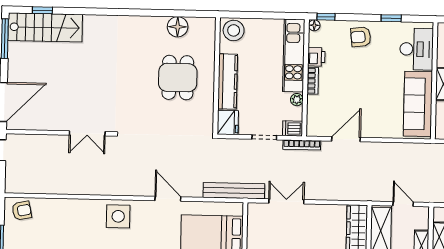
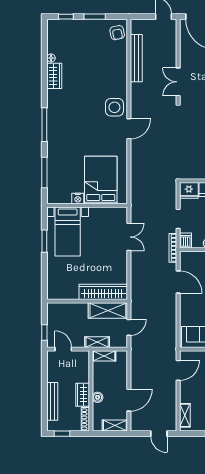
bench: (234, 191) -> (136, 58), moved
door: (168, 199) -> (129, 129), moved

